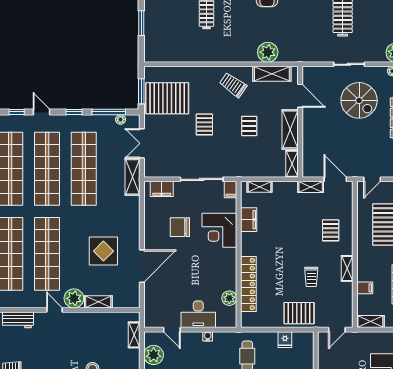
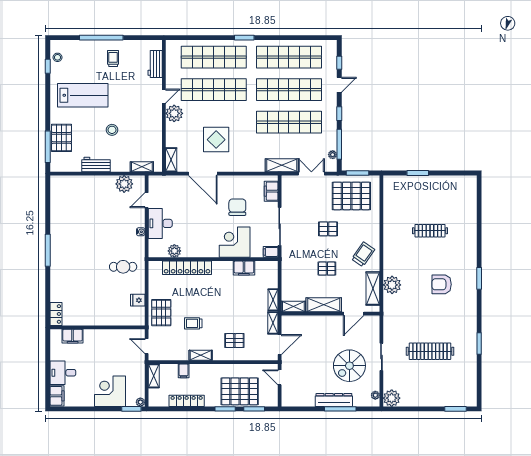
pallet: (167, 98) -> (351, 196), turned 90
shelving: (259, 187) -> (273, 300), moved
shelving: (98, 302) -> (171, 160), moved

